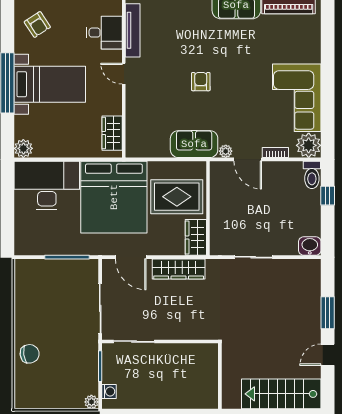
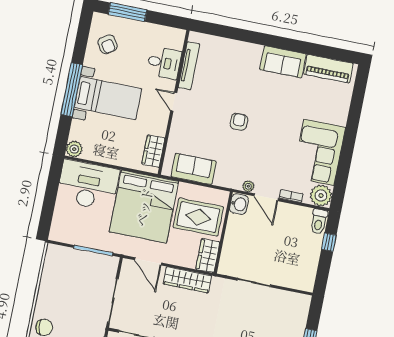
sofa: (194, 144) -> (194, 169), moved
washbasin: (310, 246) -> (239, 204), moved, turned 90

